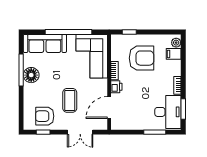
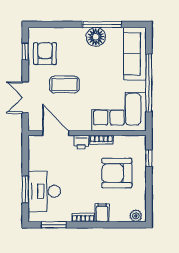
filing cabinet: (174, 54) -> (102, 213), moved
armchair: (141, 58) -> (117, 173), turned 90
desk: (168, 112) -> (44, 191), moved, turned 90

